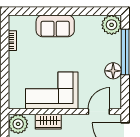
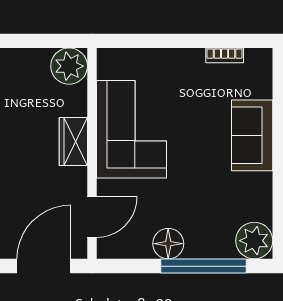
door: (99, 112) -> (92, 217), hinge flipped
wardrobe: (48, 122) -> (73, 141), moved

